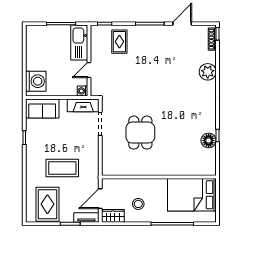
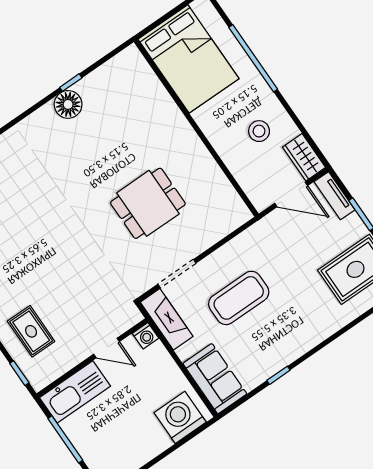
rug: (119, 42) -> (31, 331), turned 90
floor lamp: (209, 140) -> (68, 104), moved
coffee table: (62, 168) -> (239, 298), moved, turned 90

